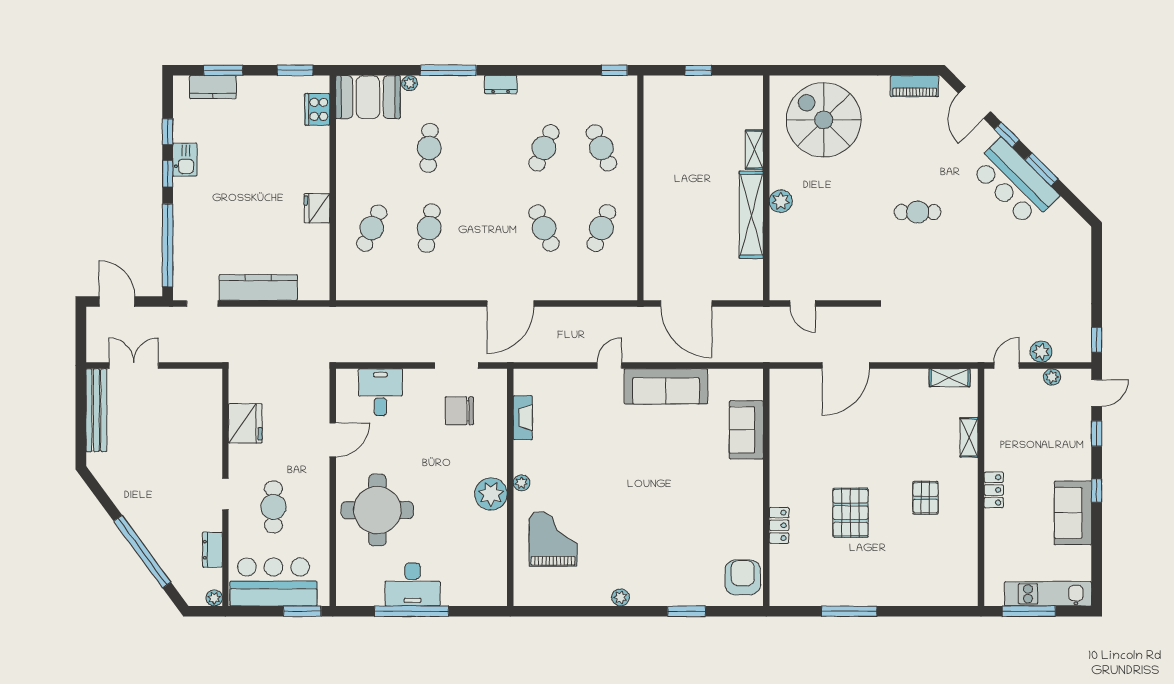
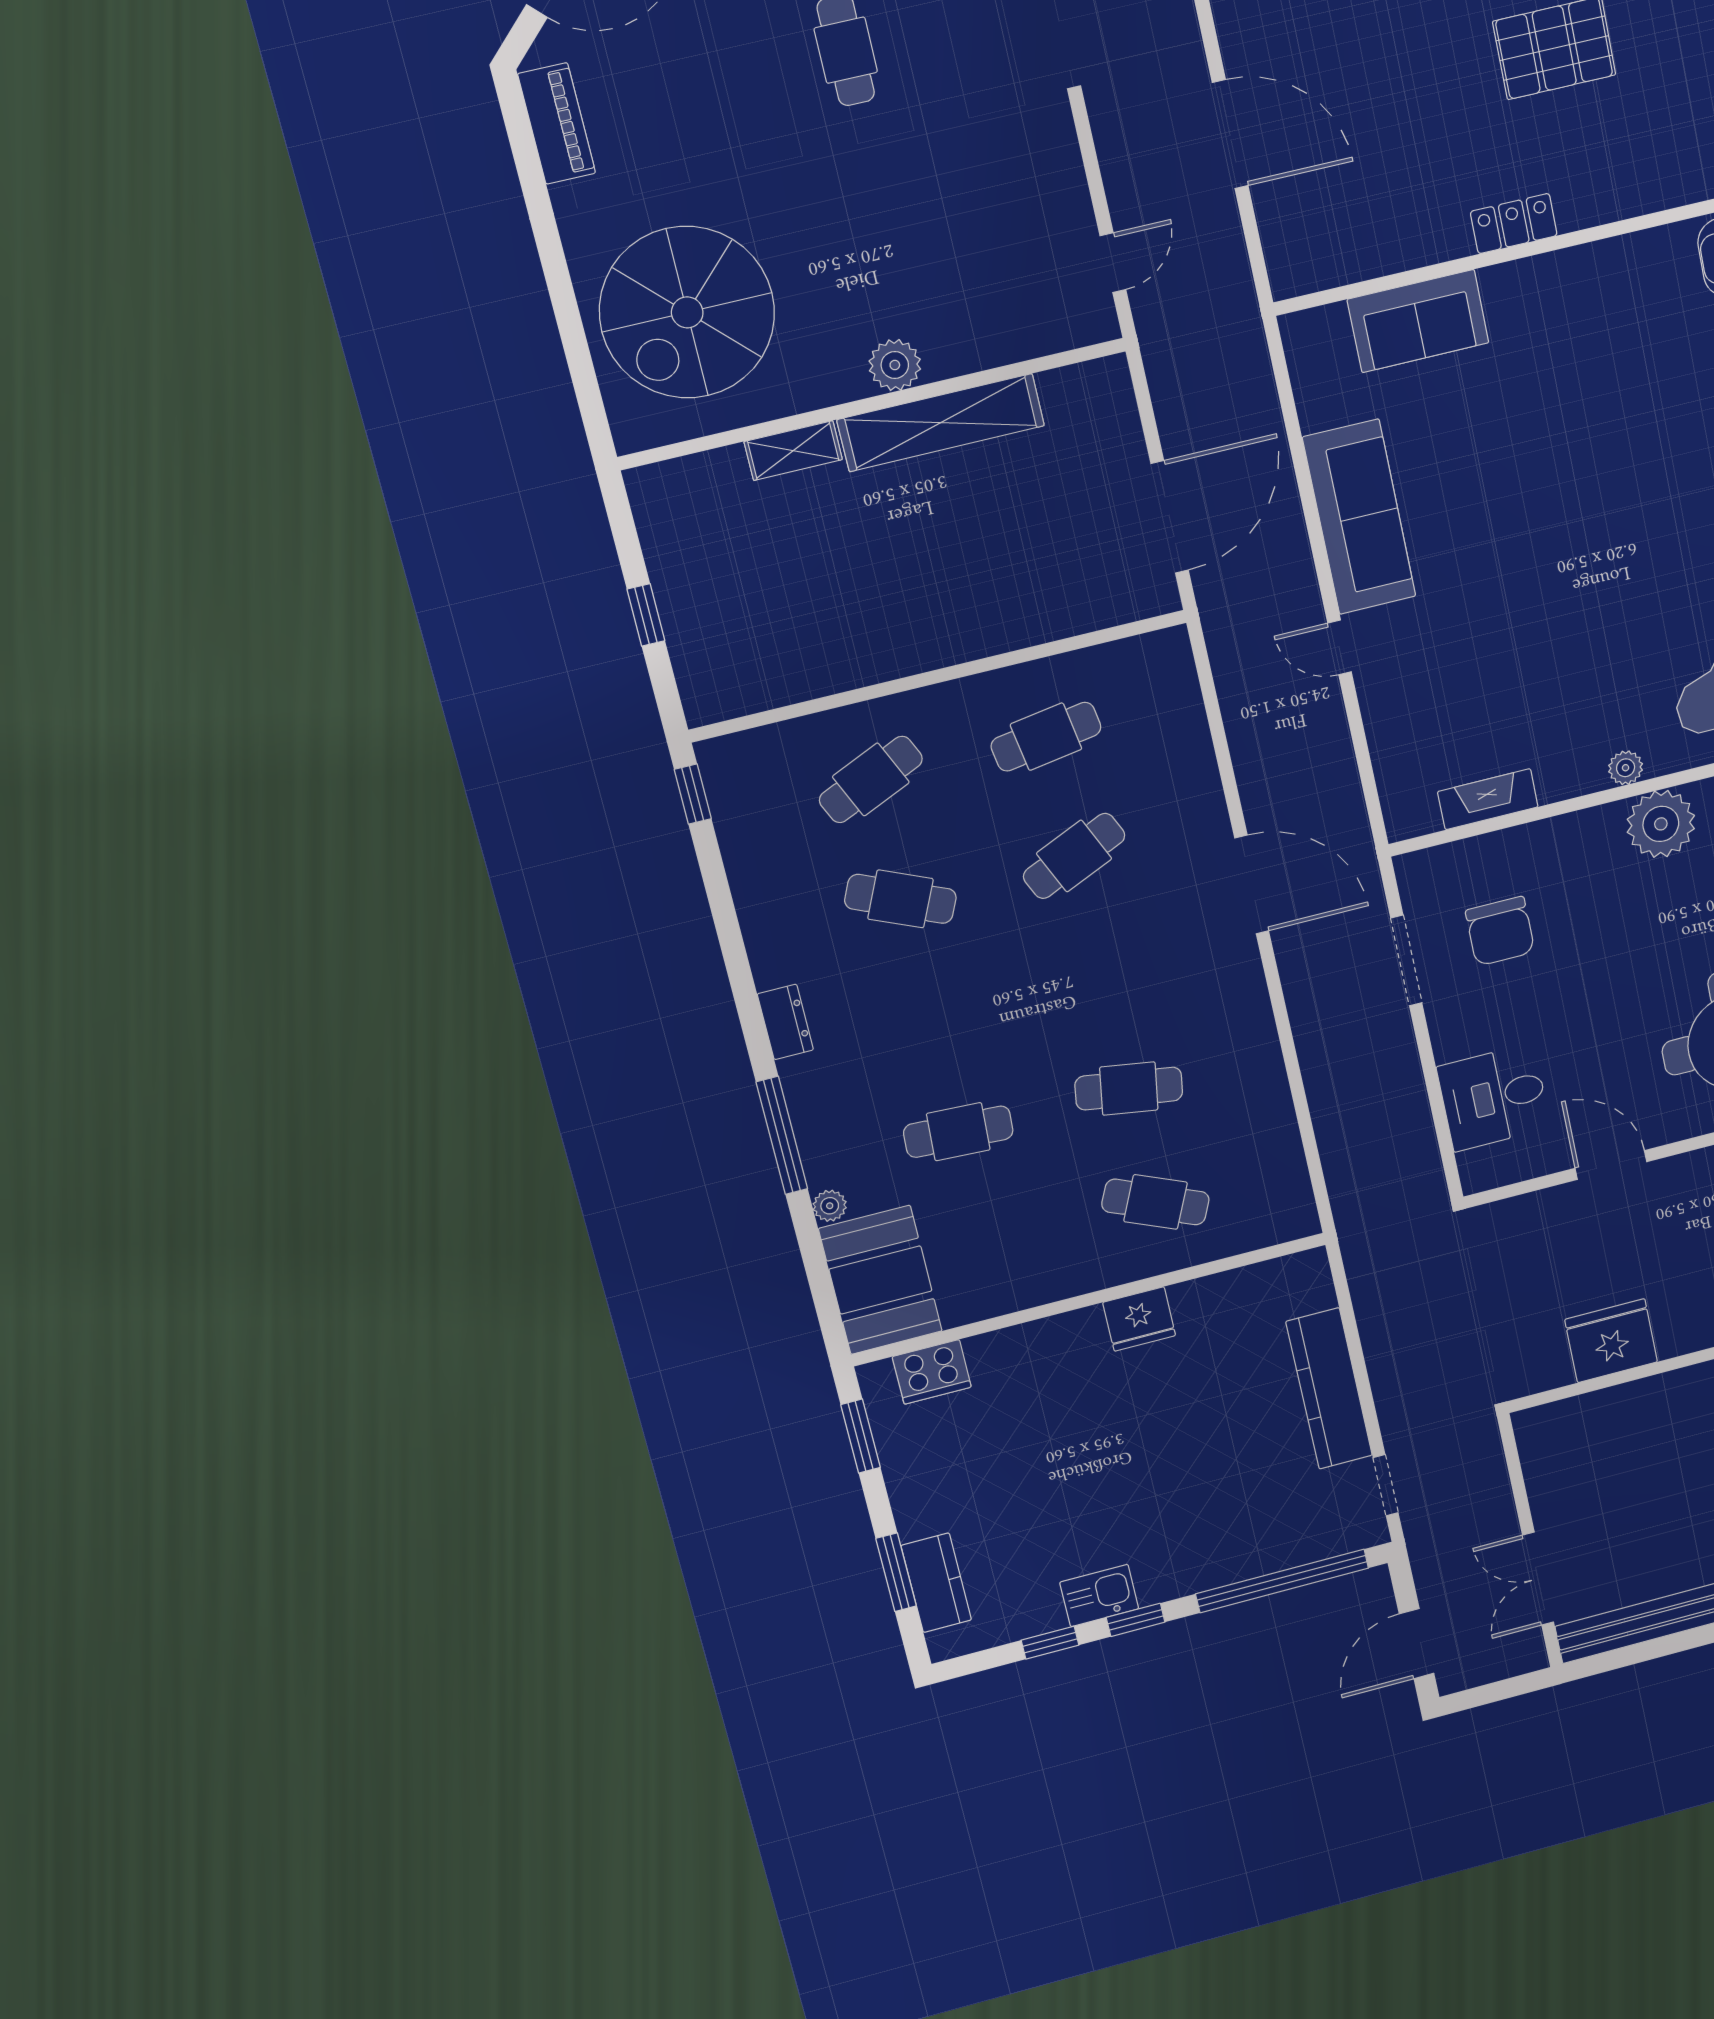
cafe table: (601, 228) -> (1046, 737), turned -30
locker: (779, 525) -> (1514, 224), moved

